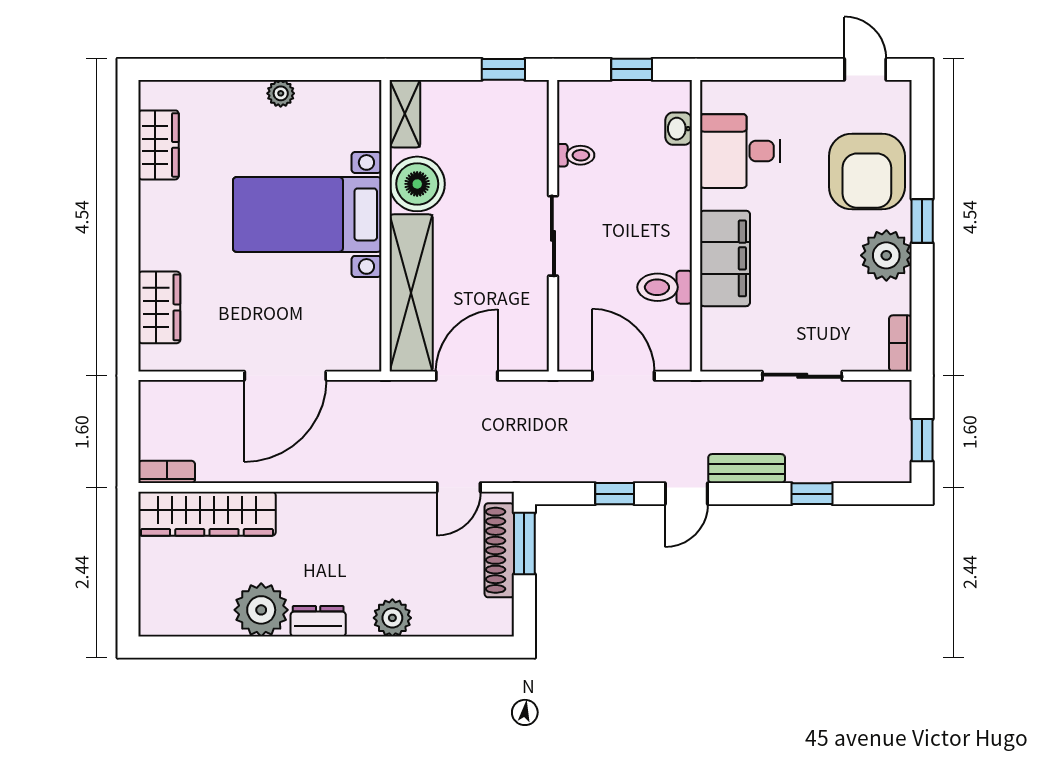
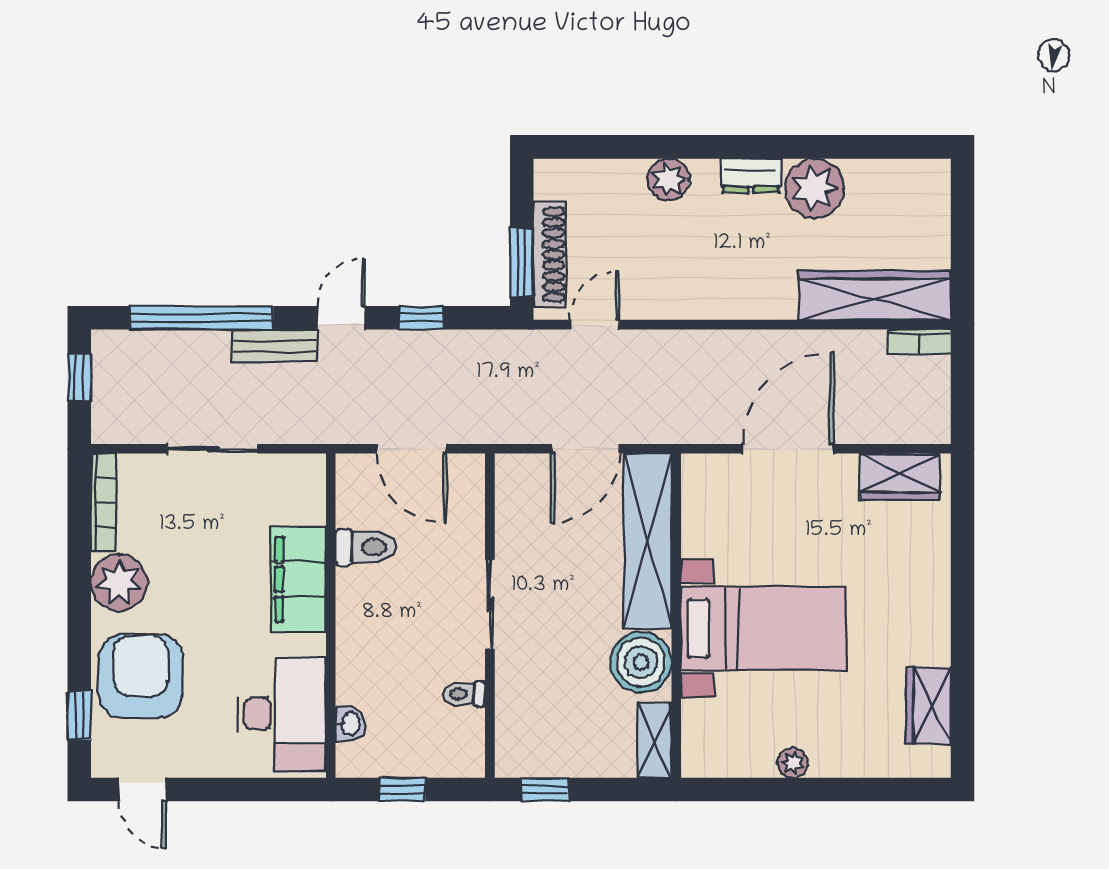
desk: (740, 151) -> (282, 714), width x1.37
window: (922, 221) -> (79, 715), moved
wardrobe: (159, 307) -> (900, 477), moved, turned -90
bookcase: (900, 343) -> (103, 502), width x1.56
window: (812, 494) -> (202, 318), width x3.17

